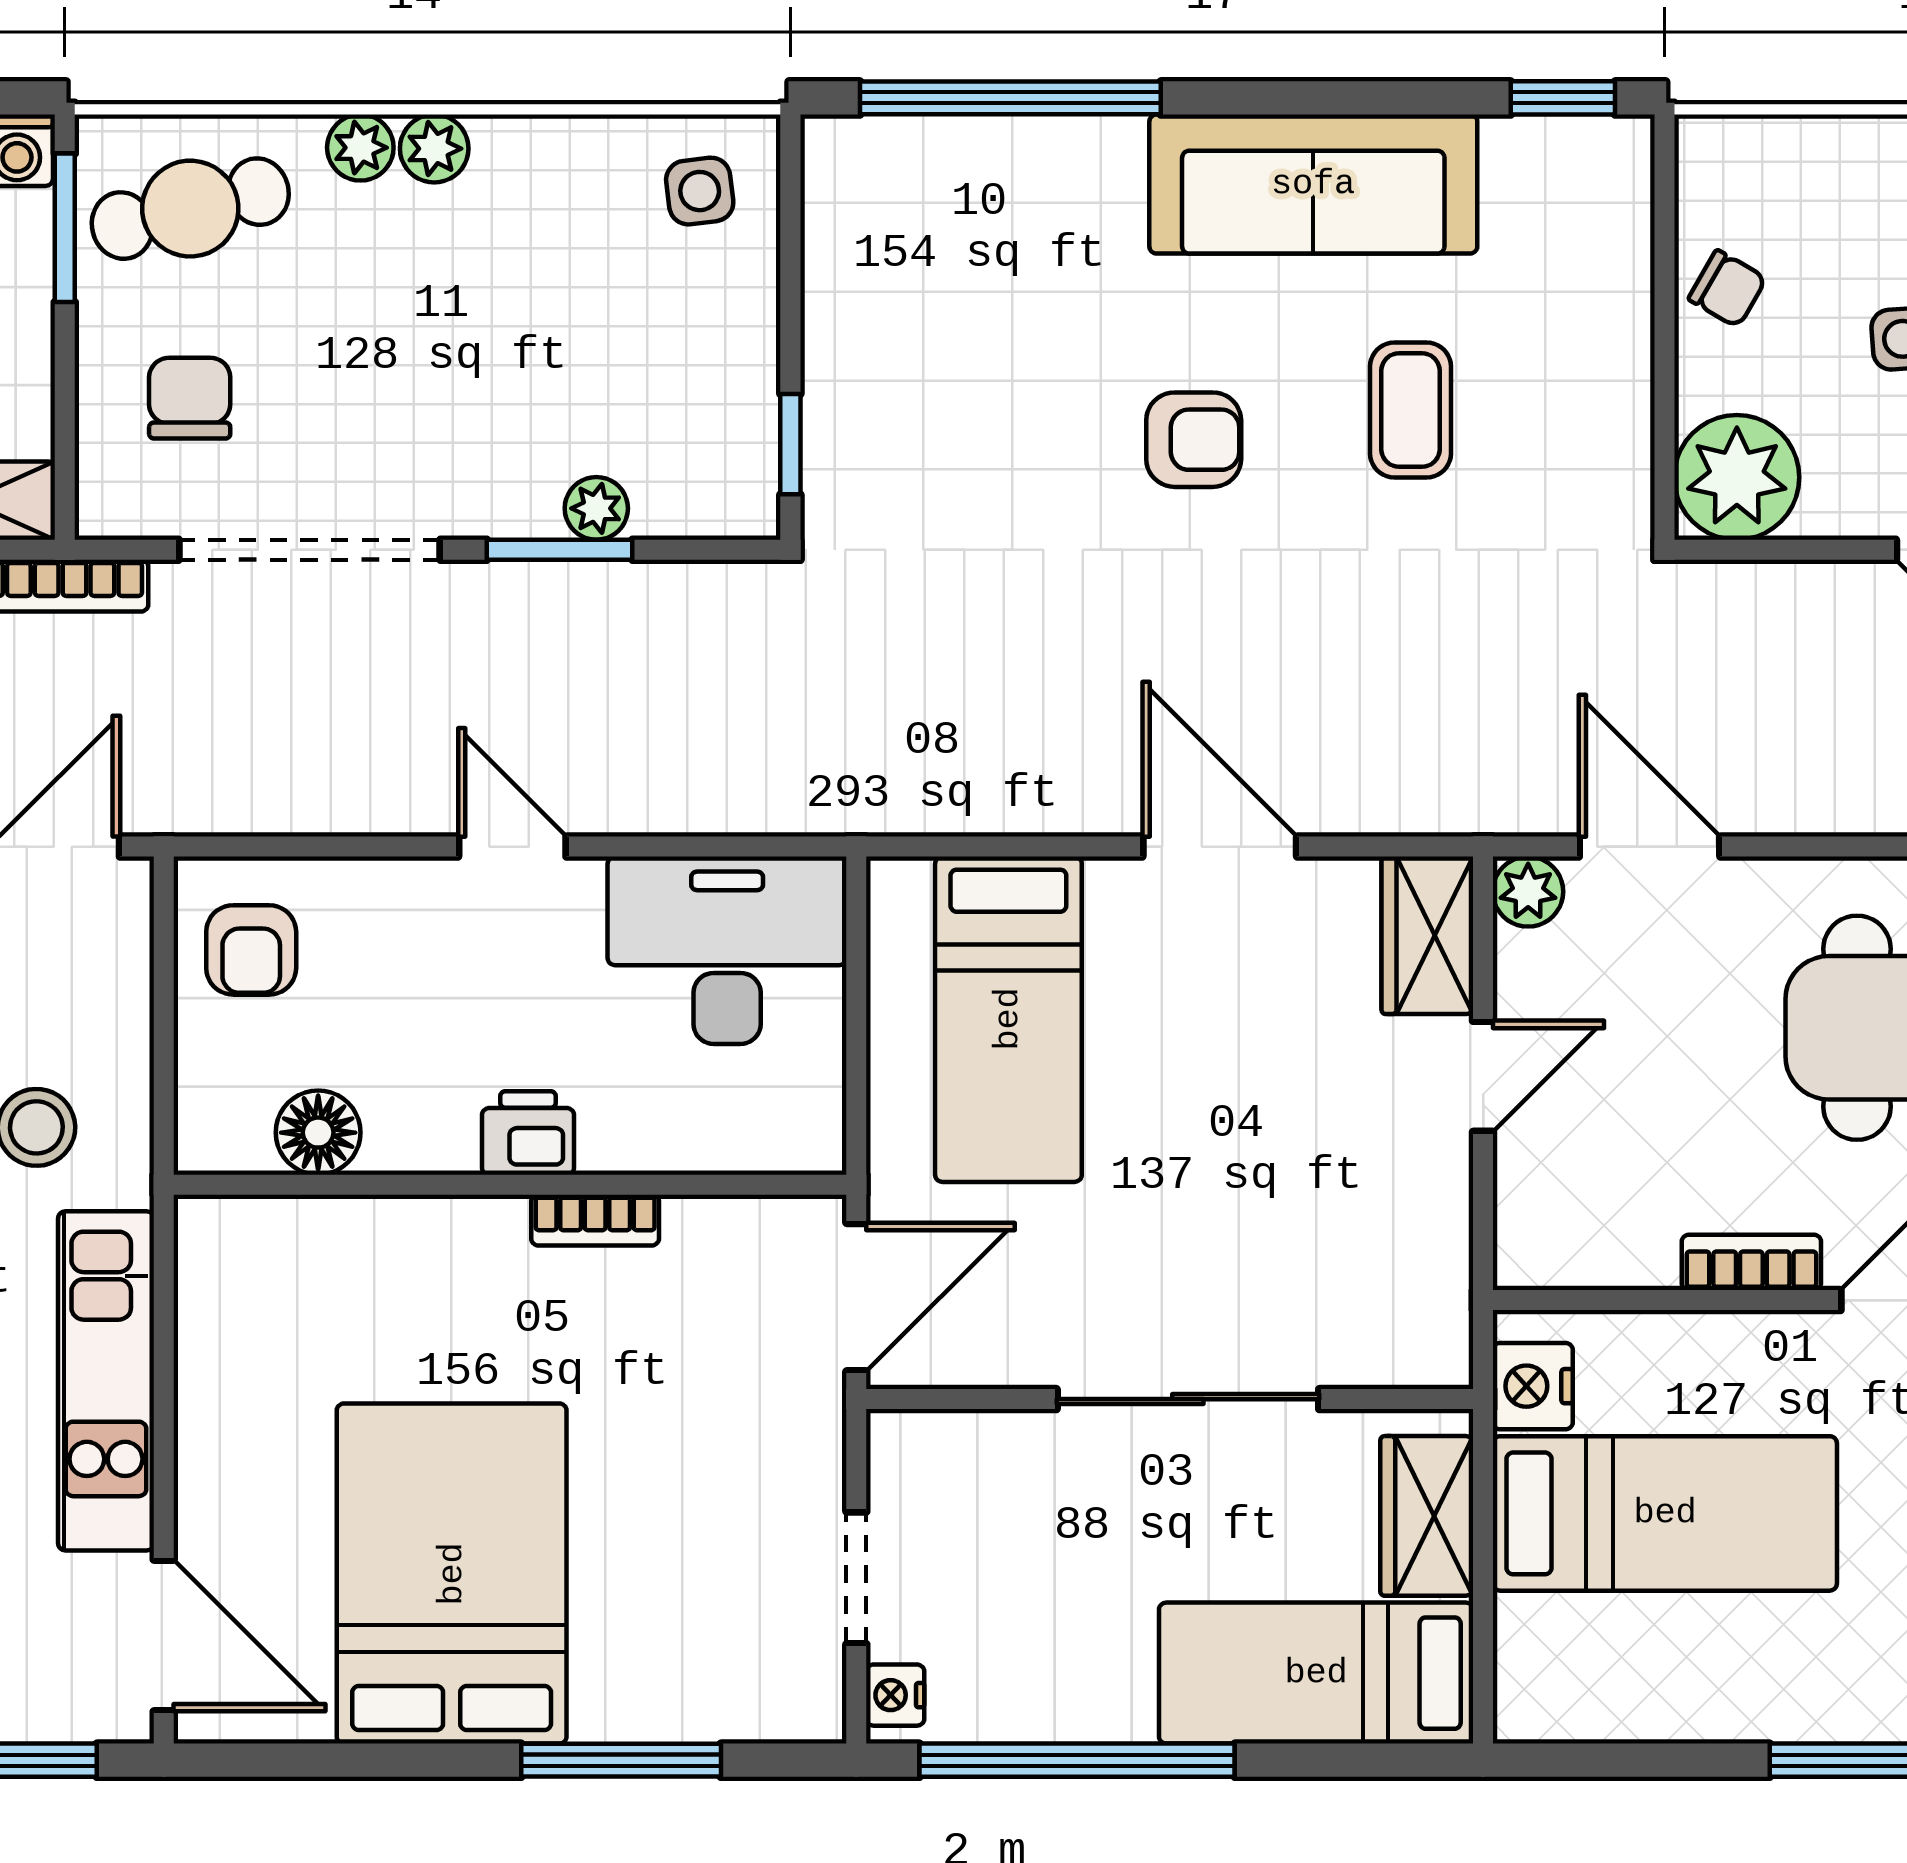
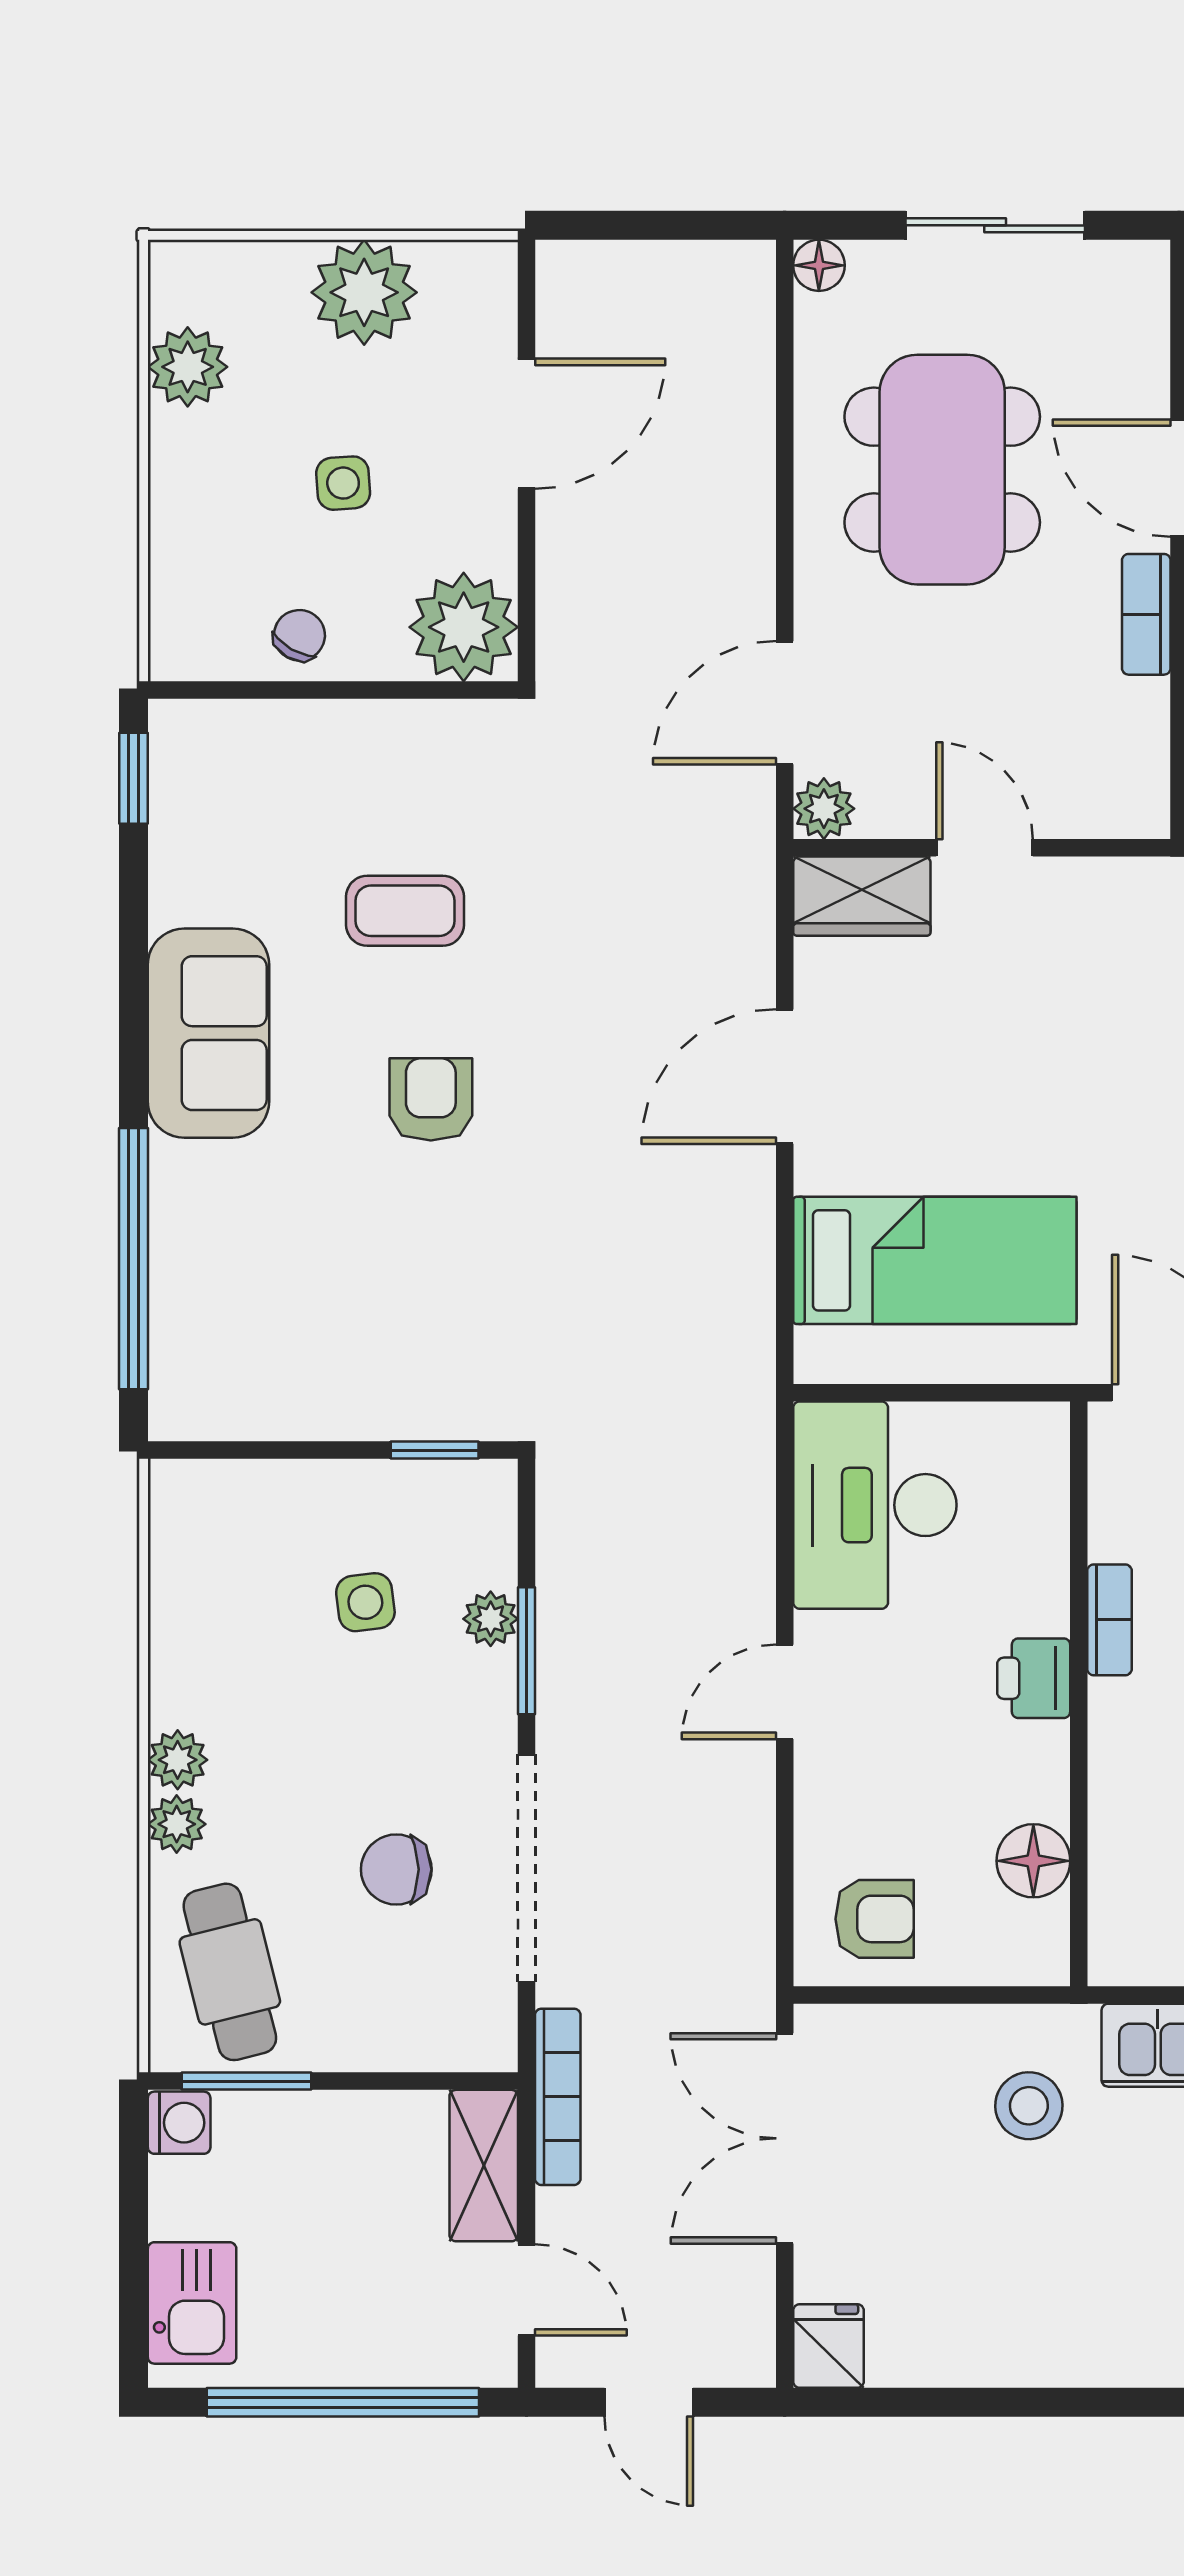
sofa: (1313, 184) -> (208, 1033), width x0.73
side table: (700, 191) -> (365, 1602), moved
chair: (190, 398) -> (396, 1869), moved

